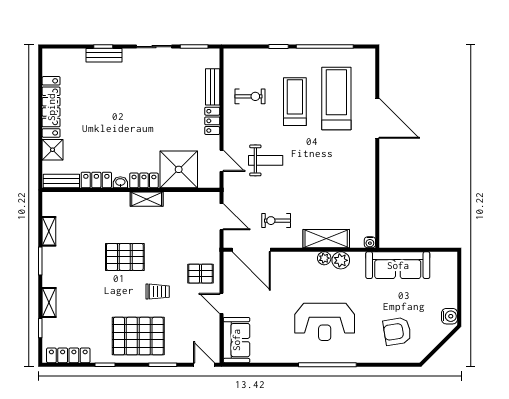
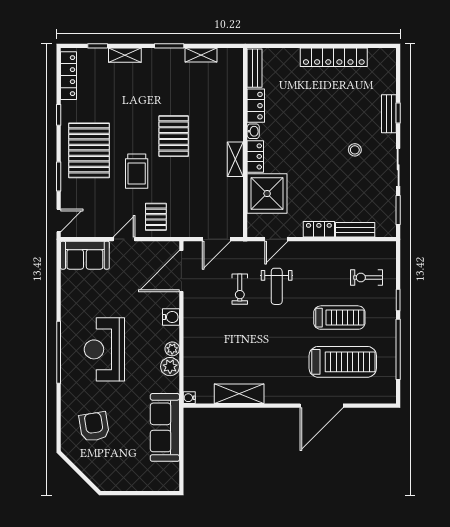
stool: (138, 87) -> (355, 150), added
exercise bike: (250, 96) -> (367, 278), moved, turned 90
shower: (53, 150) -> (288, 59), removed
exercise bike: (276, 221) -> (240, 289), moved, turned 180
shelving: (326, 239) -> (239, 394), moved, turned 90
trolley: (158, 292) -> (137, 171), width x1.36, depth x1.39
water cooler: (450, 316) -> (171, 317), moved, turned -90

